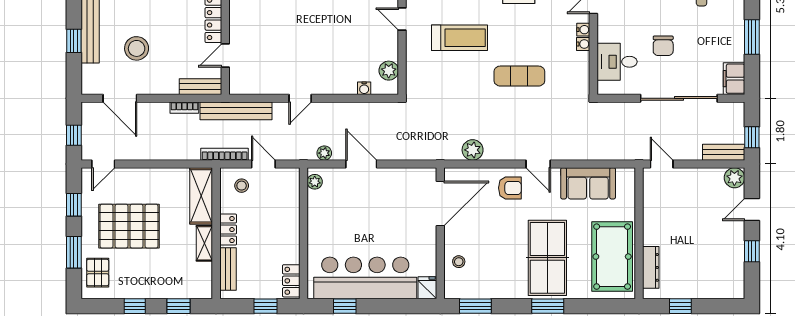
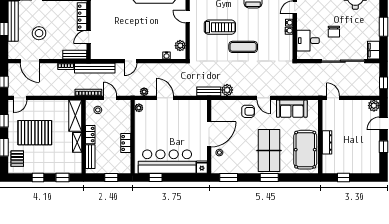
exercise mat: (519, 76) -> (243, 47), moved
bench: (724, 152) -> (209, 91), moved
door: (440, 204) -> (209, 134), moved
dresser: (651, 267) -> (327, 142), moved
locker: (291, 281) -> (126, 143), moved

